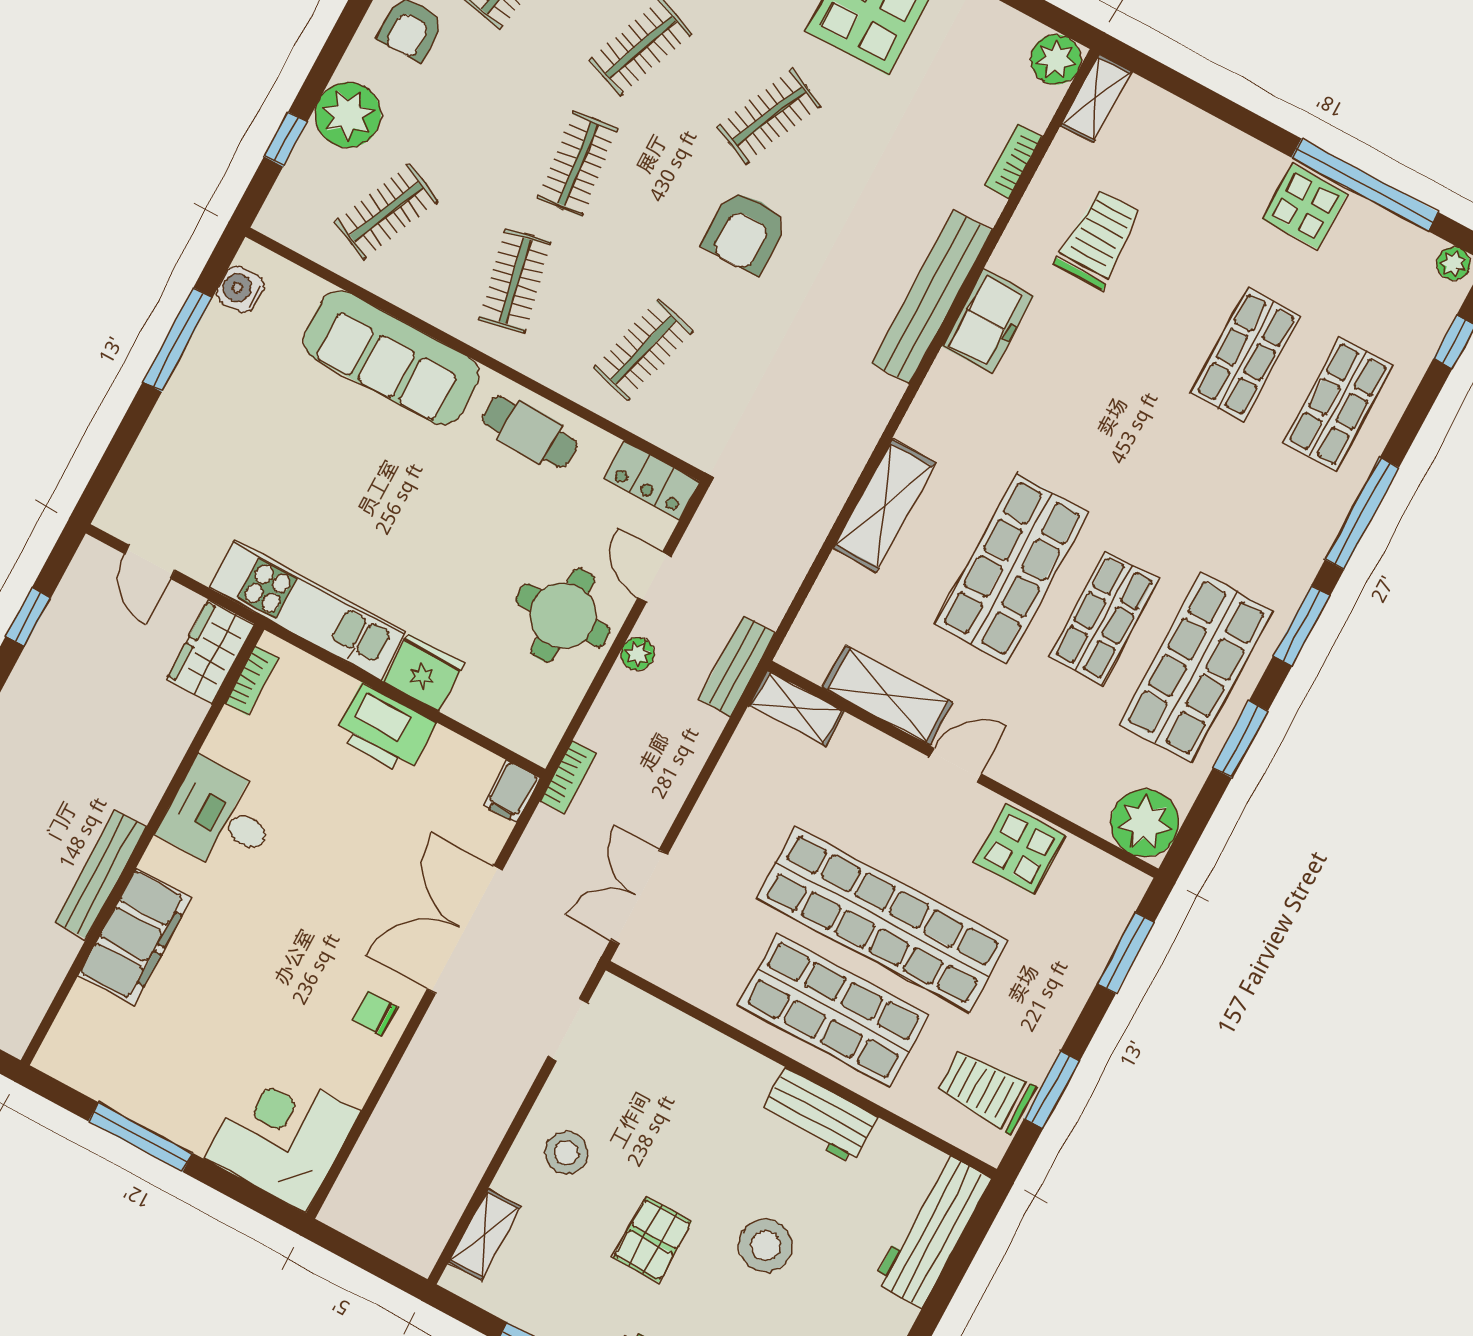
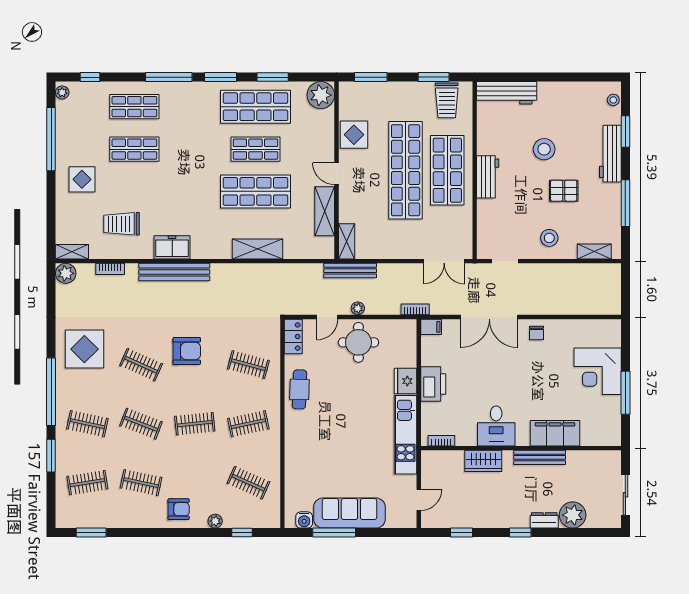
plant: (348, 115) -> (215, 521), width x0.53, depth x0.53
display table: (1305, 206) -> (82, 179), moved
sofa: (391, 358) -> (349, 513), moved, turned -90
wardrobe: (211, 652) -> (483, 461), moved
bench: (737, 666) -> (350, 271), width x1.36
workbench: (818, 1116) -> (488, 177), moved
corner desk: (282, 1135) -> (598, 371), moved

